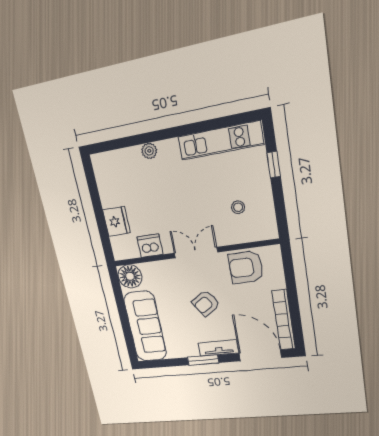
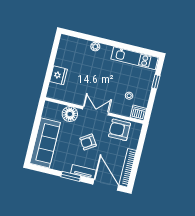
dishwasher: (150, 246) -> (138, 113), moved
floor lamp: (130, 276) -> (70, 114), moved

